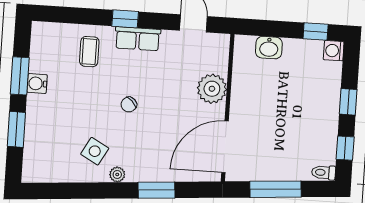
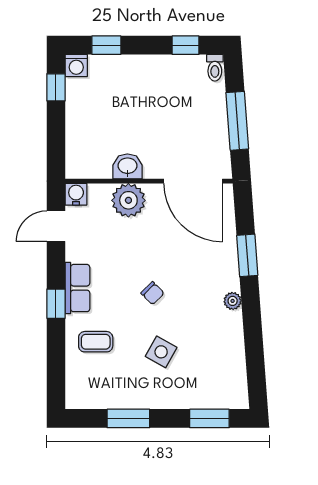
washbasin: (269, 48) -> (127, 166), moved, turned -90
water cooler: (37, 84) -> (76, 194), moved, turned 180
window: (348, 102) -> (106, 45), moved
window: (16, 129) -> (209, 418), moved
side table: (95, 151) -> (161, 352), moved

